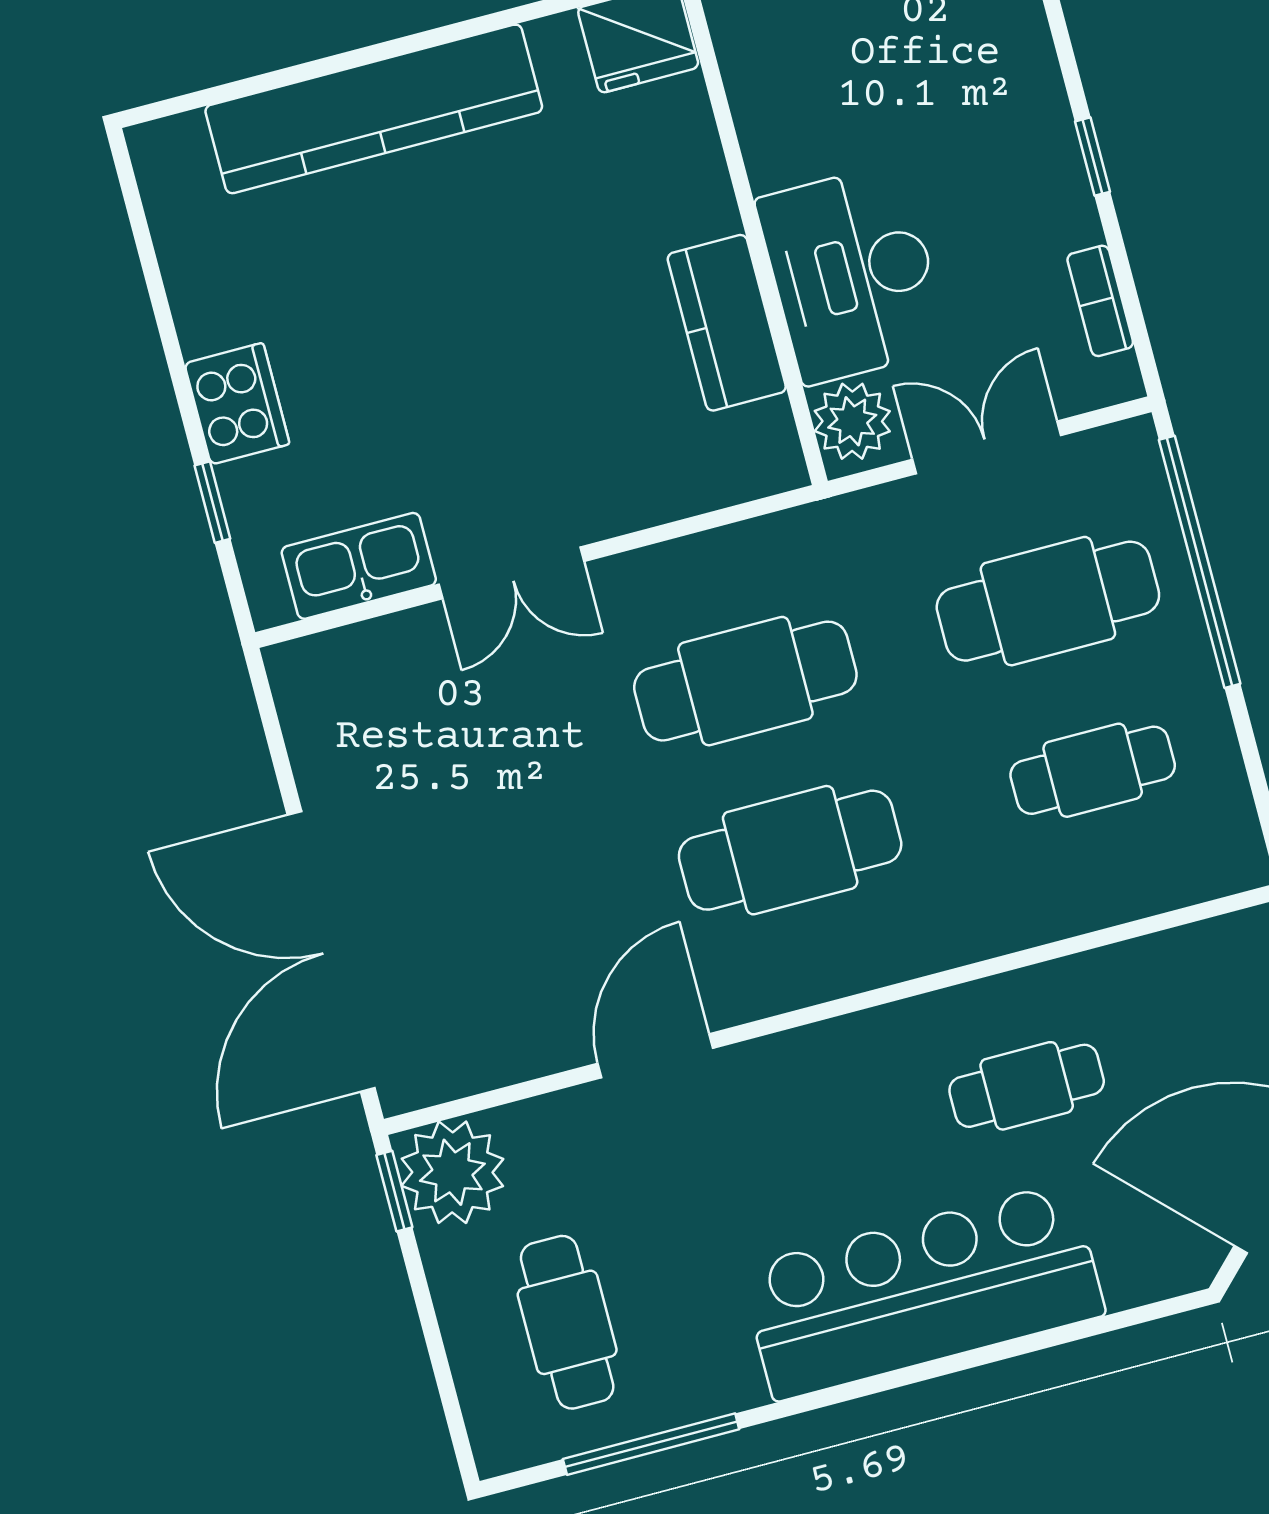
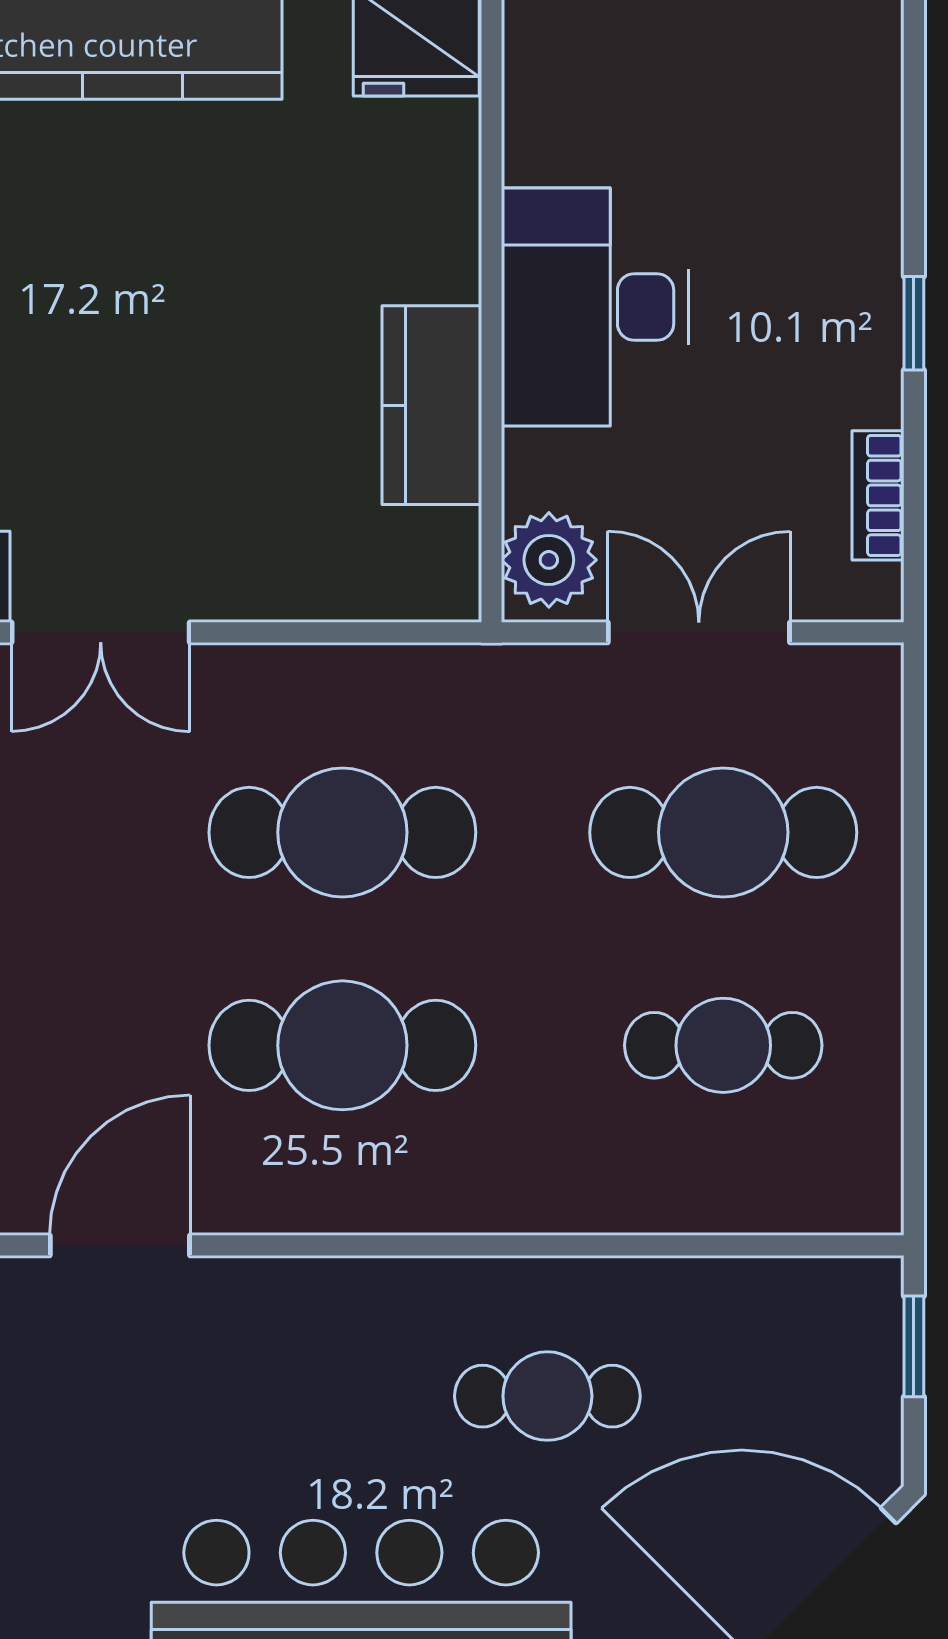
desk: (853, 274) -> (595, 307), moved
window: (1200, 562) -> (914, 833), removed

